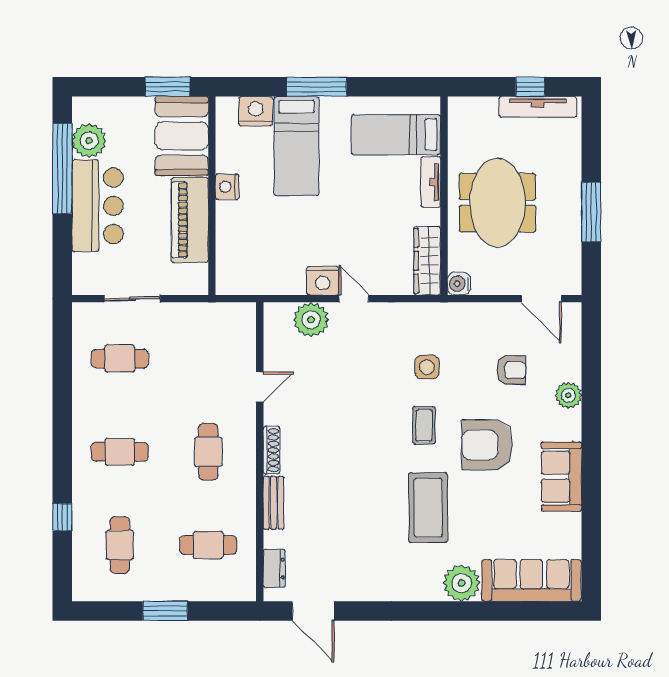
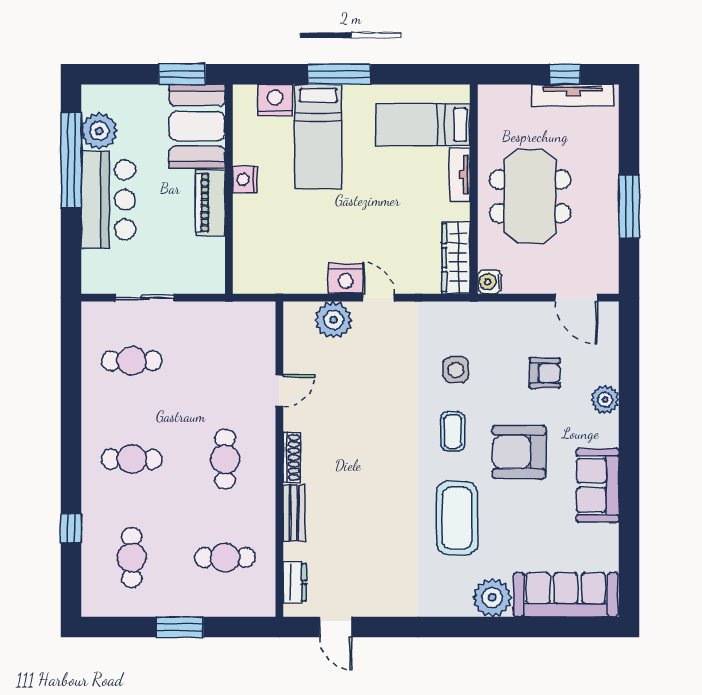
piano: (190, 220) -> (210, 203), width x0.73, depth x0.75
door: (313, 611) -> (336, 627), width x0.73

